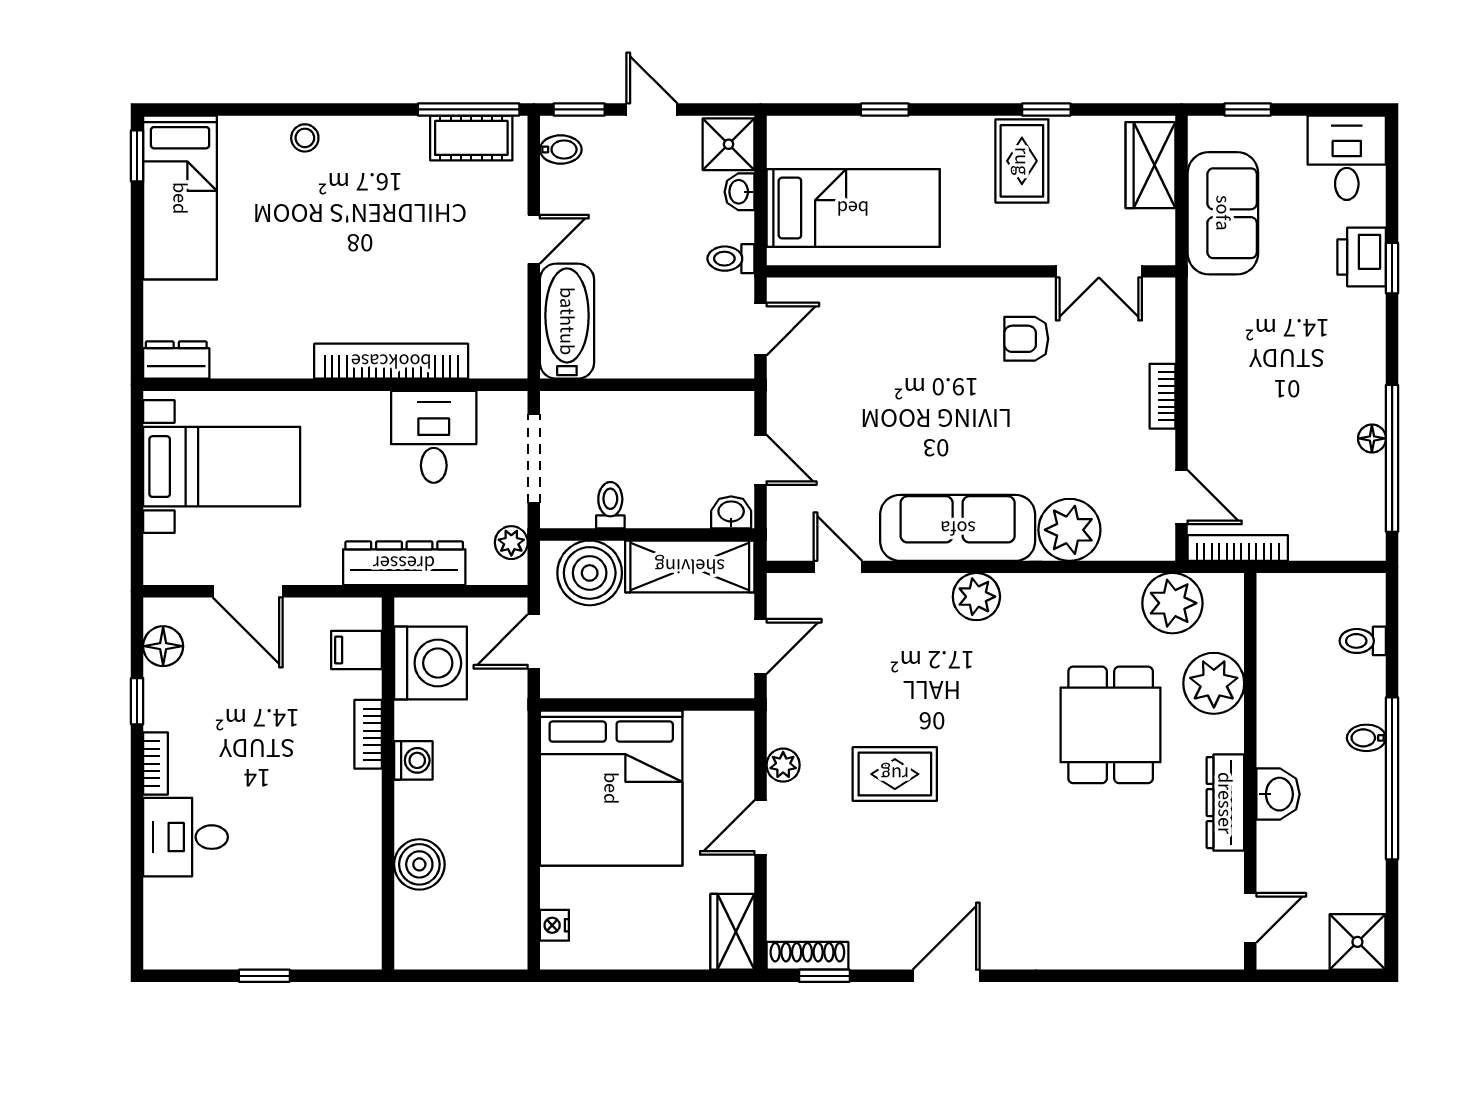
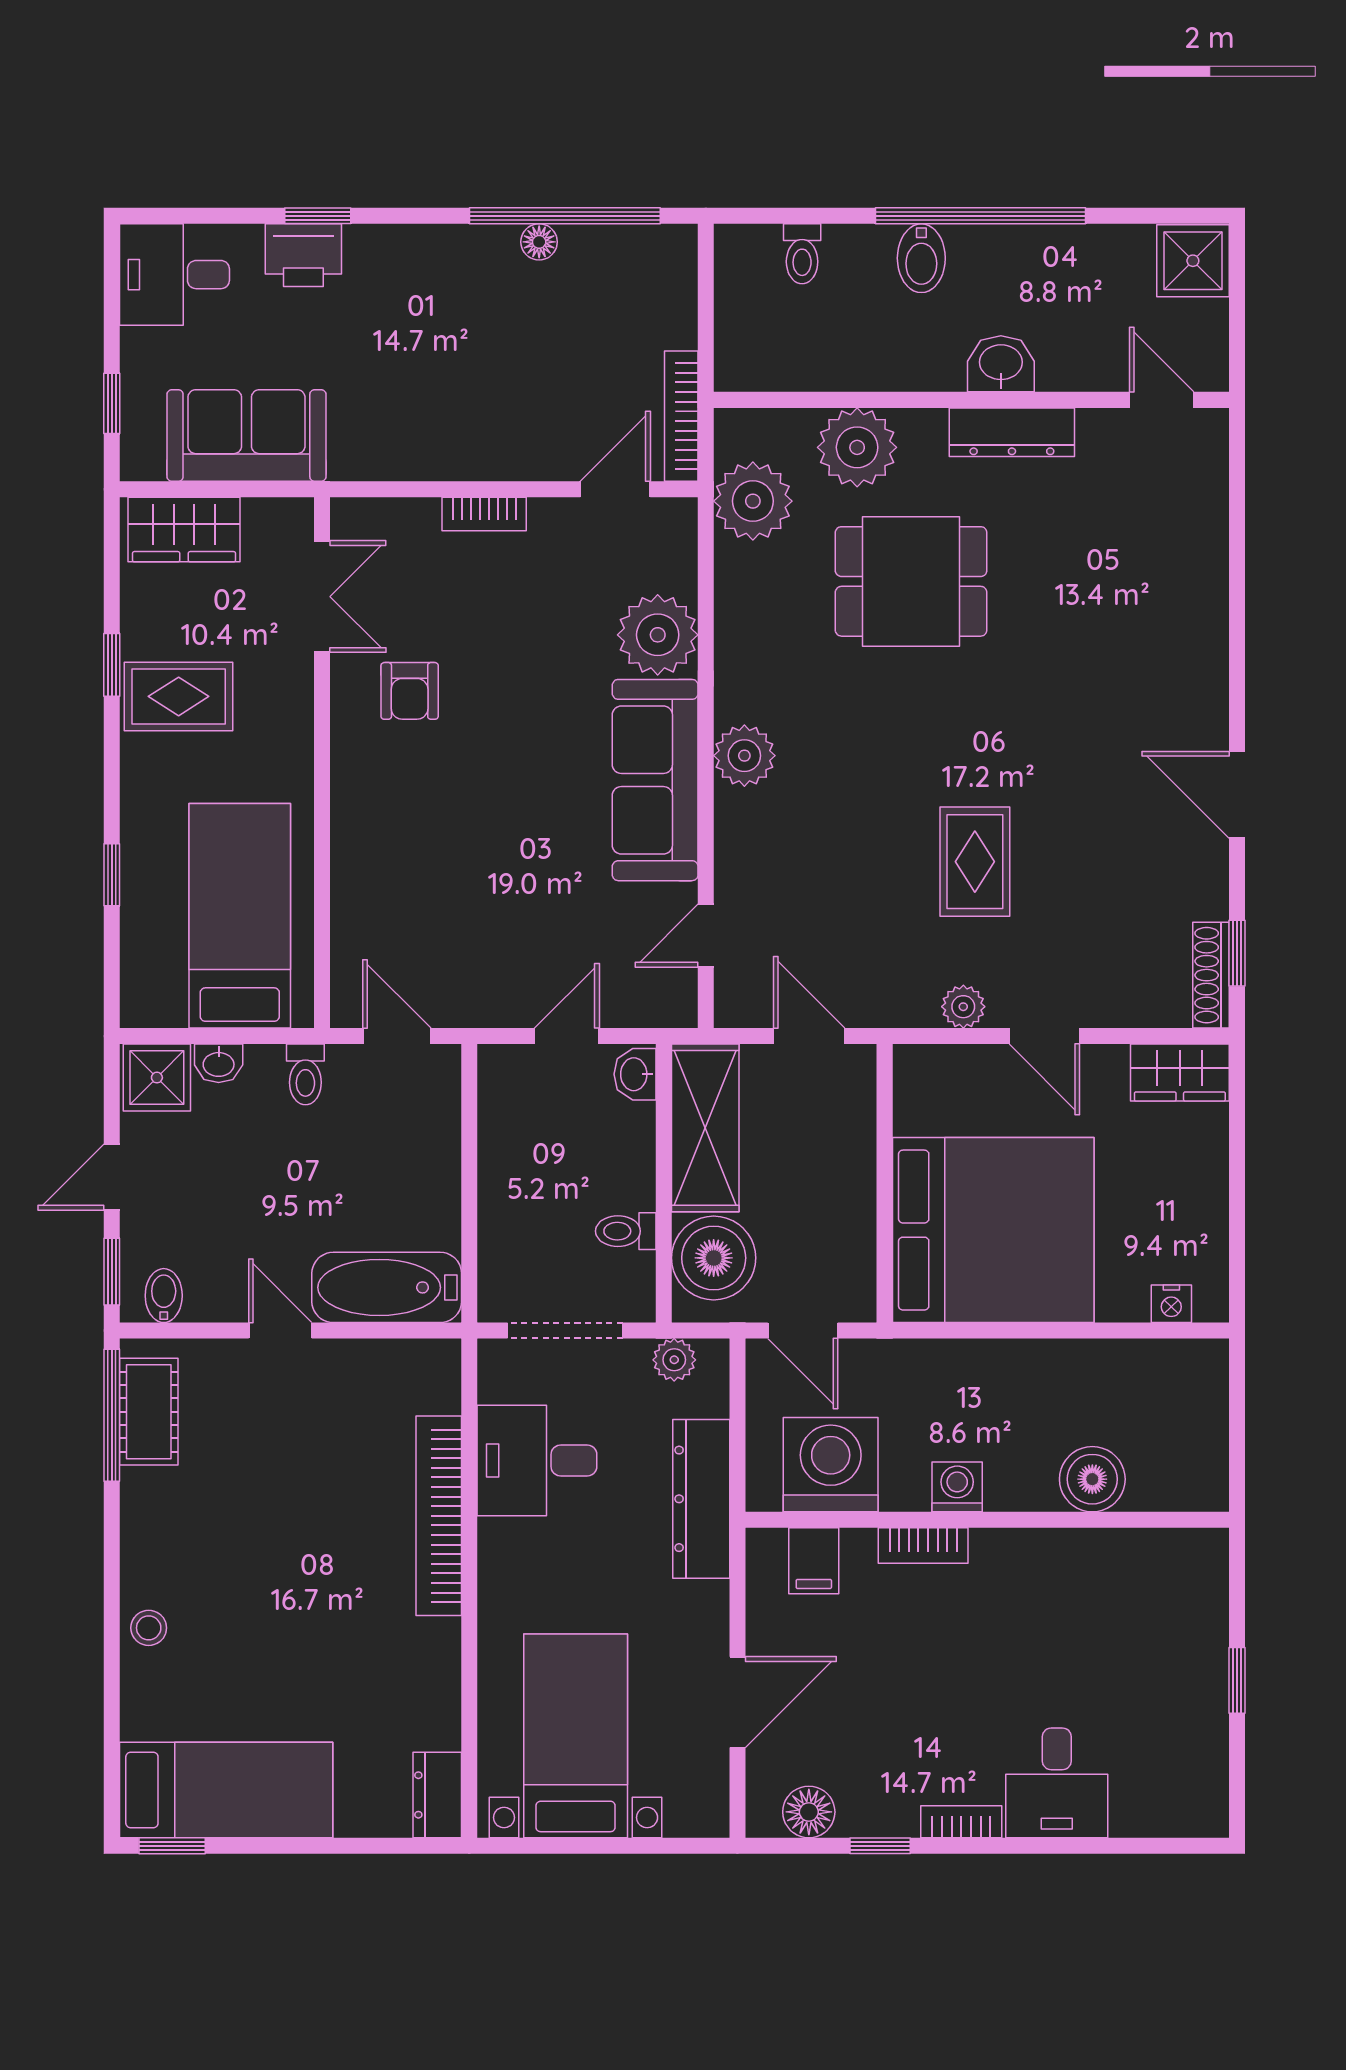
bidet: (1366, 738) -> (921, 258), width x1.38, depth x1.36

